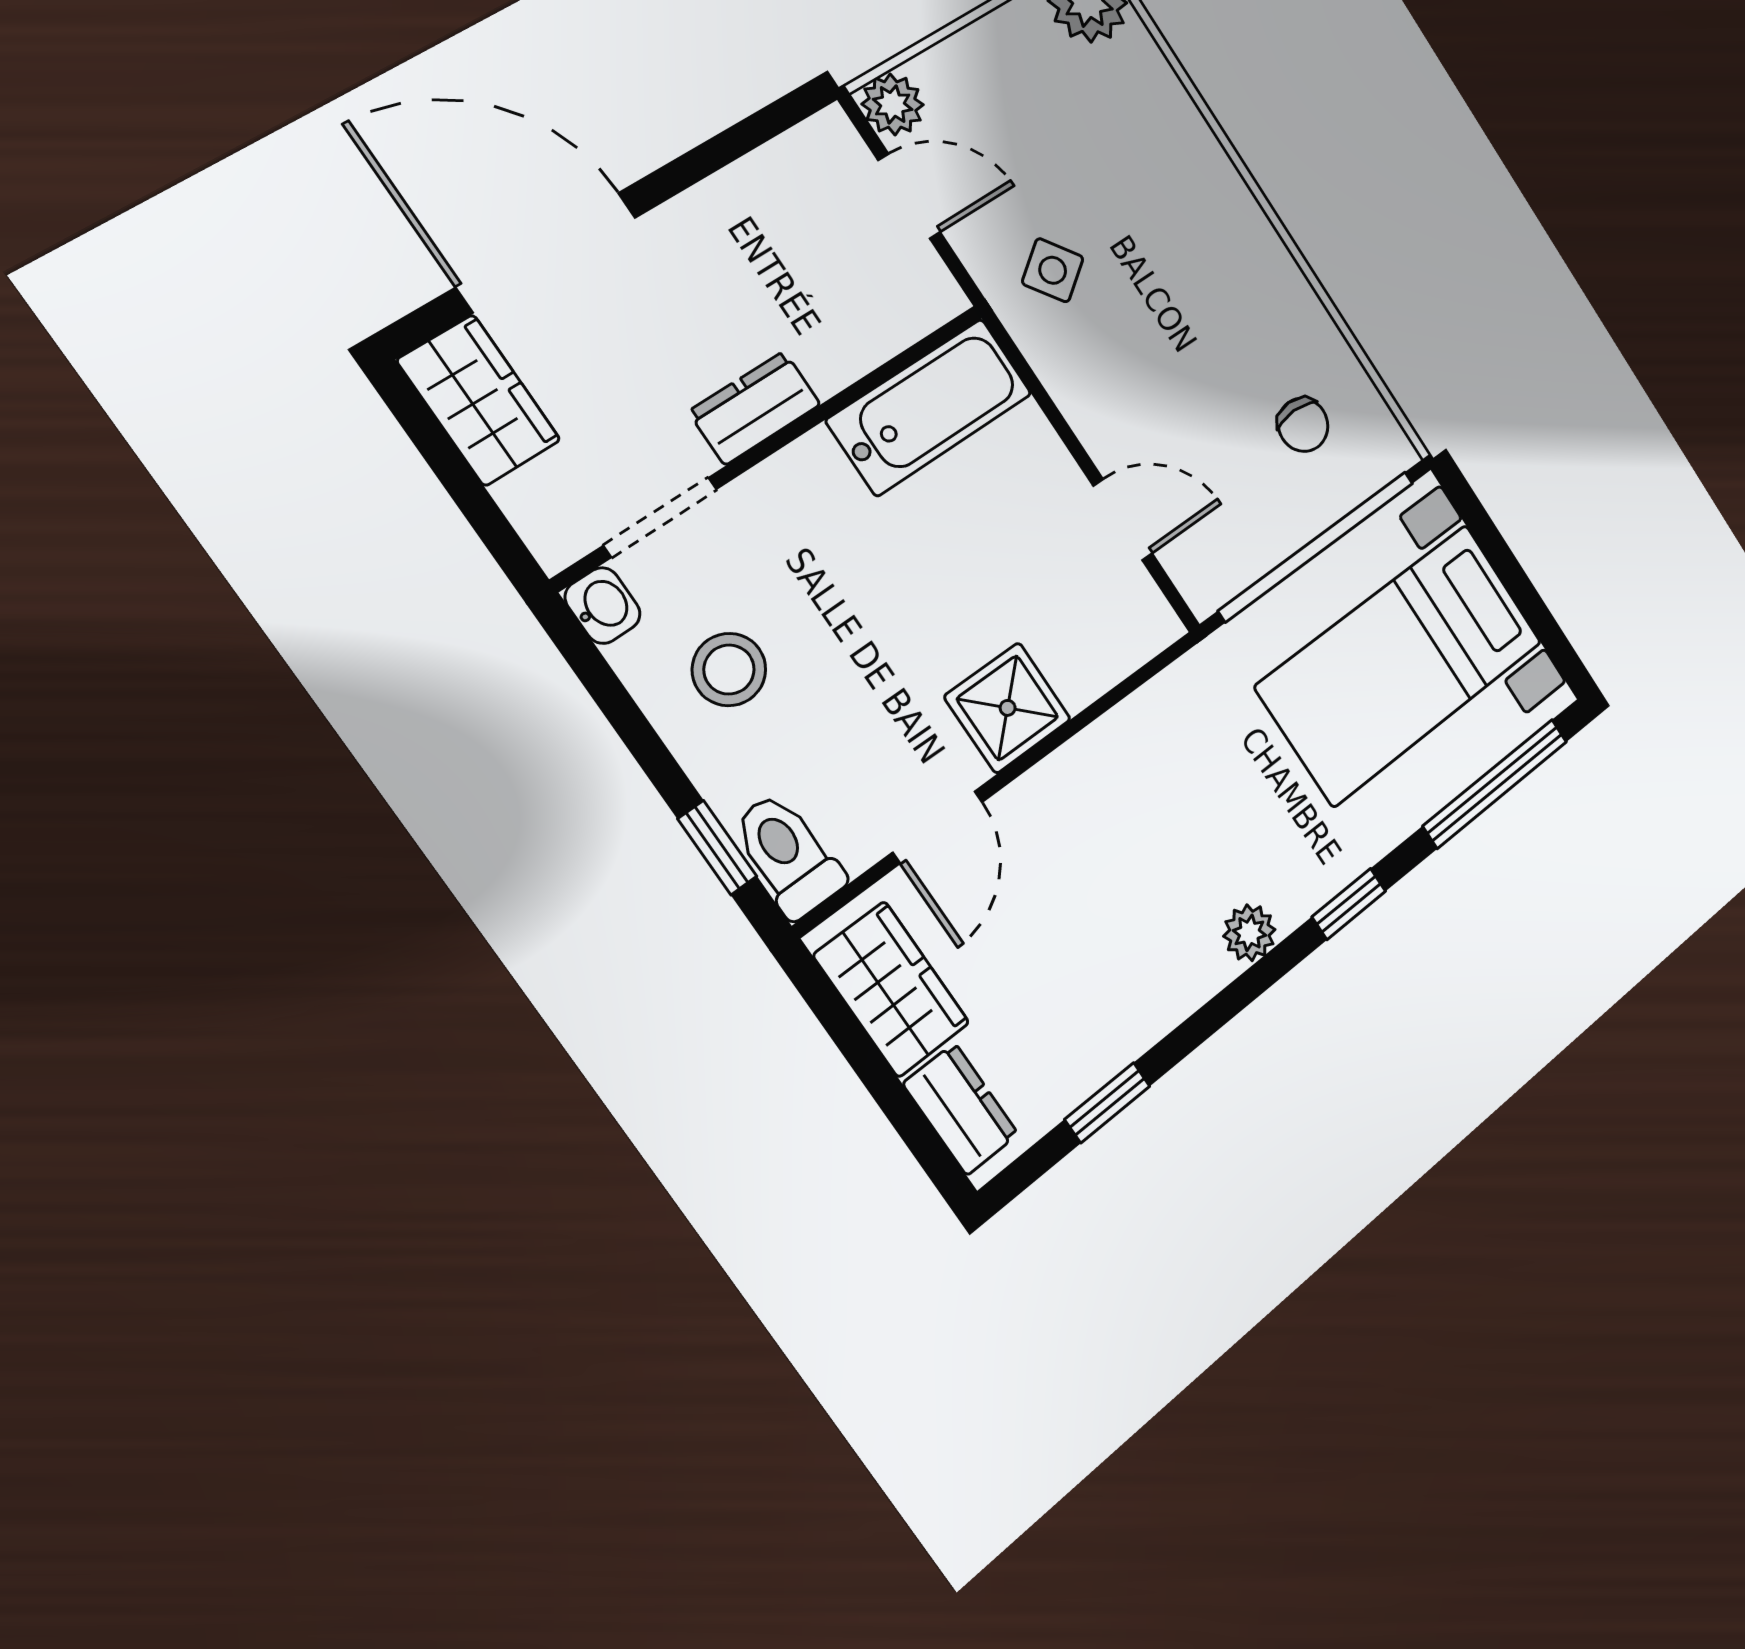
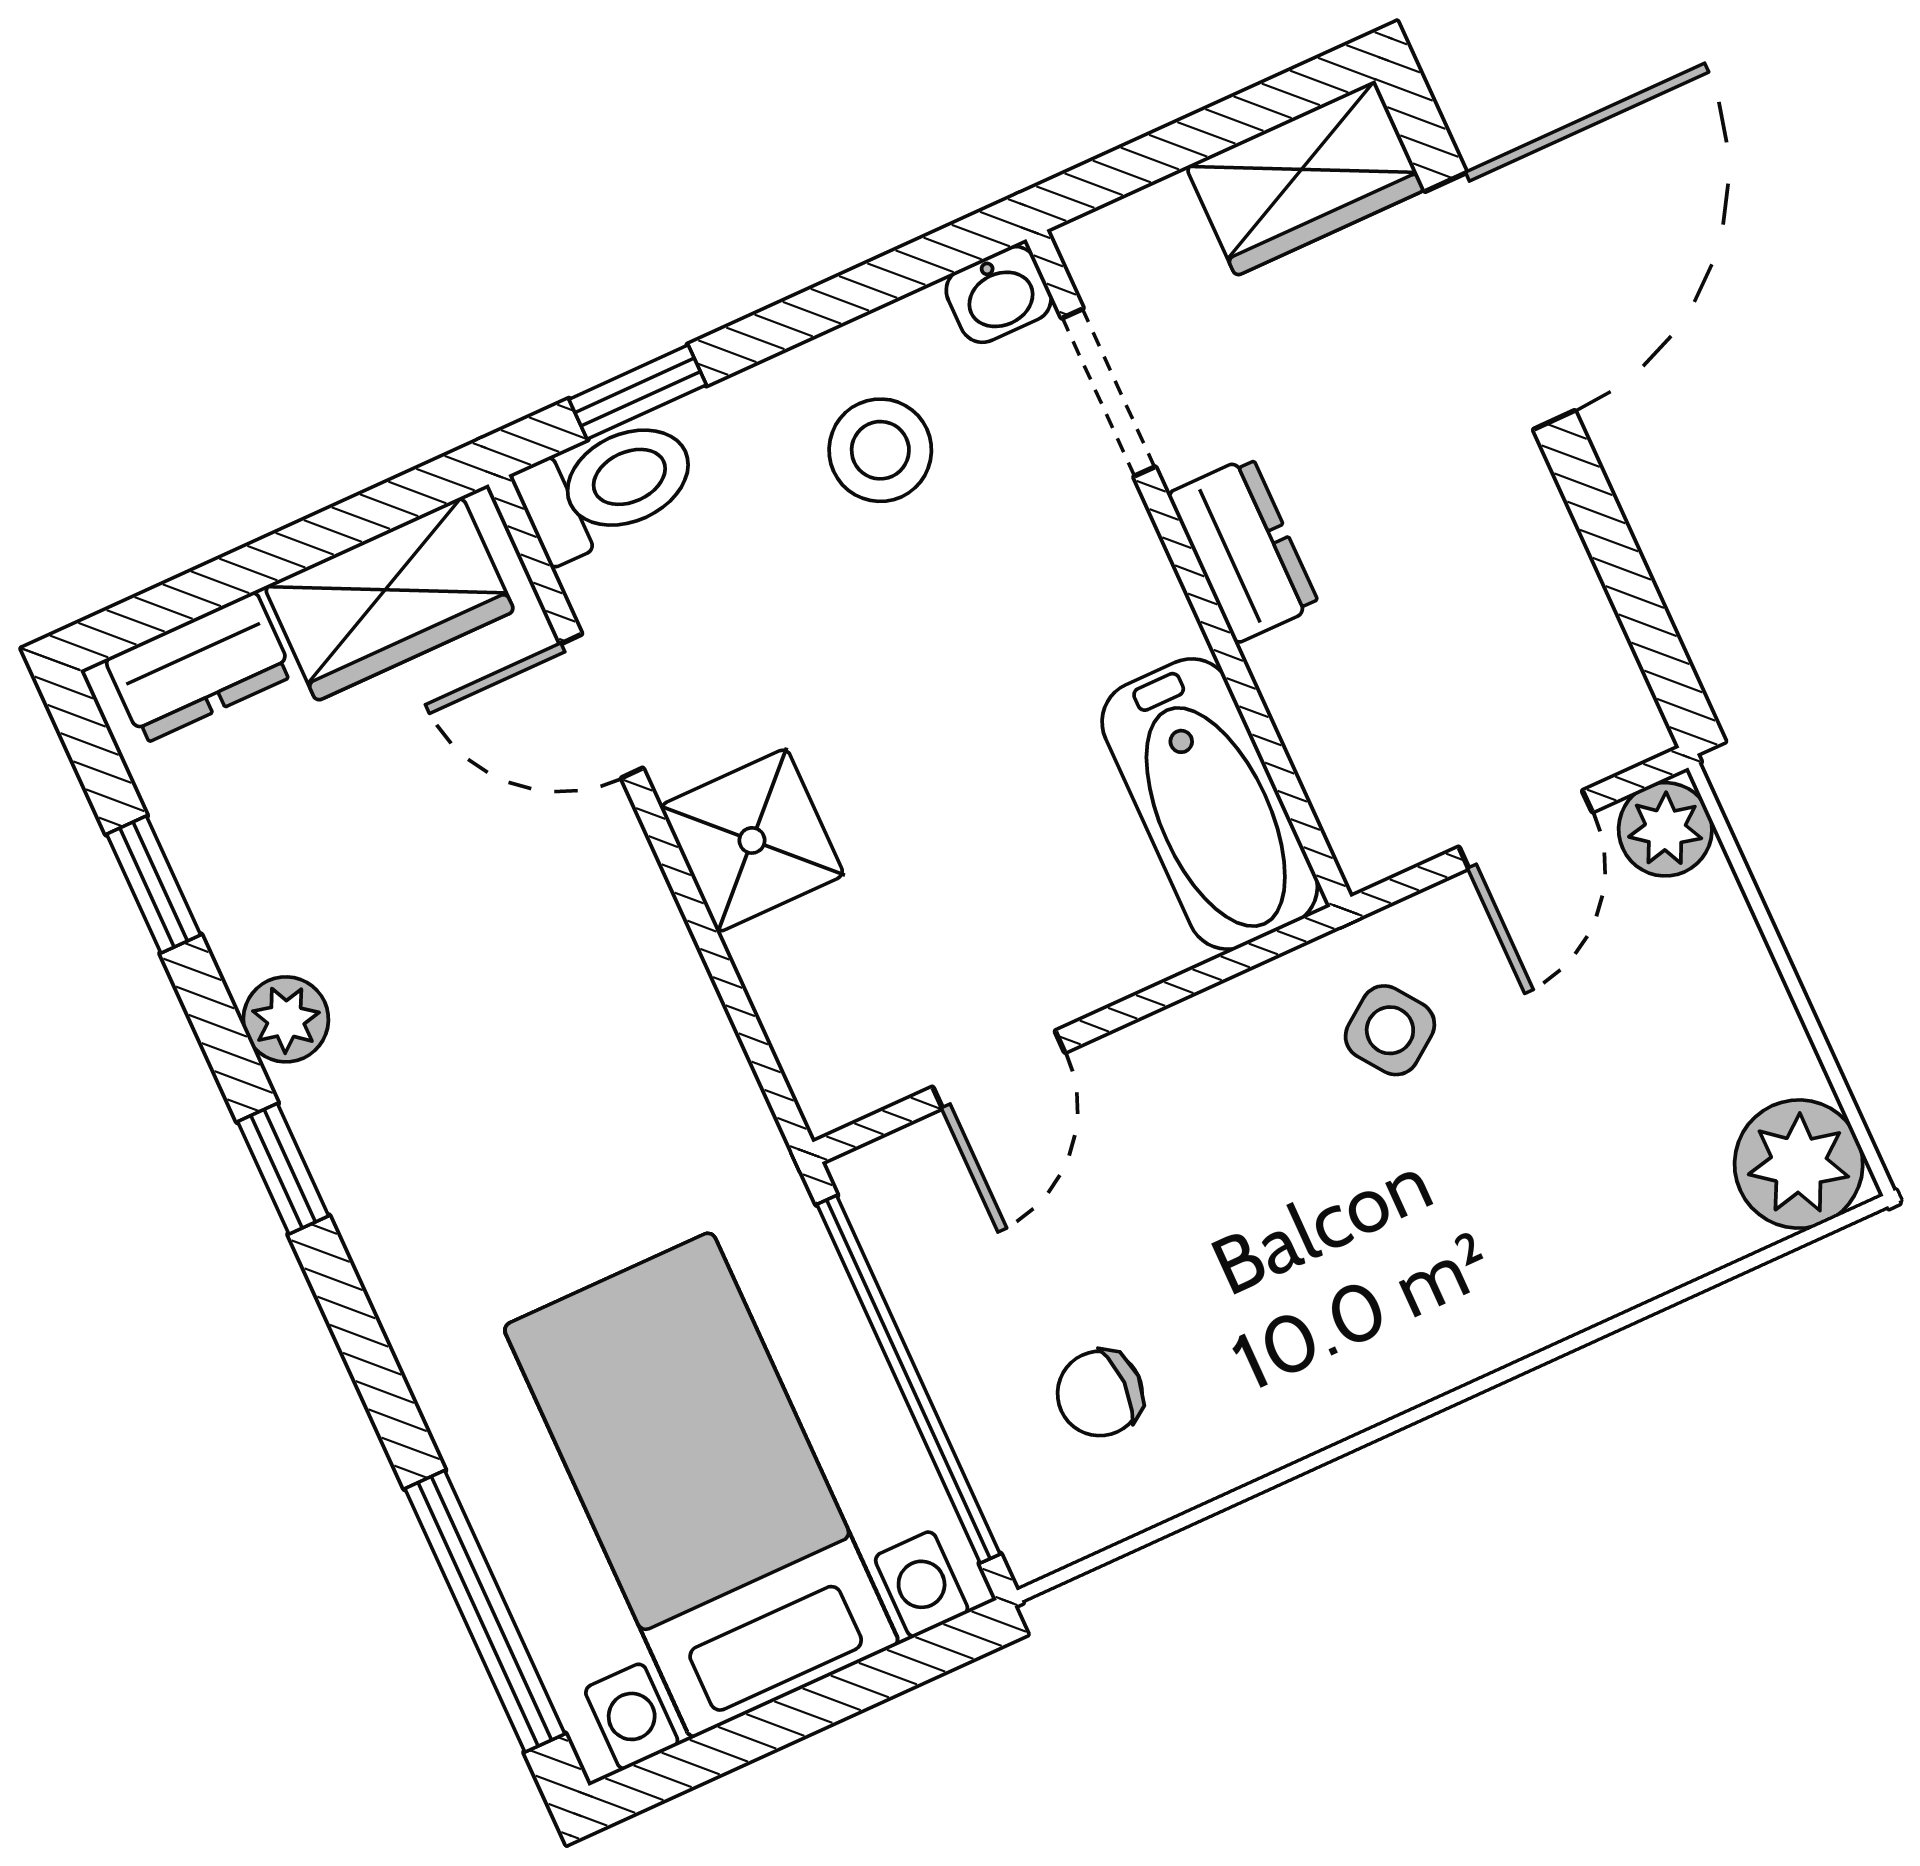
window: (1349, 904) -> (283, 1169), moved
plant: (1249, 933) -> (286, 1019), moved

